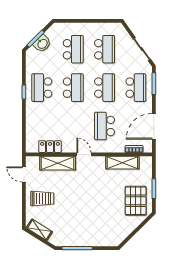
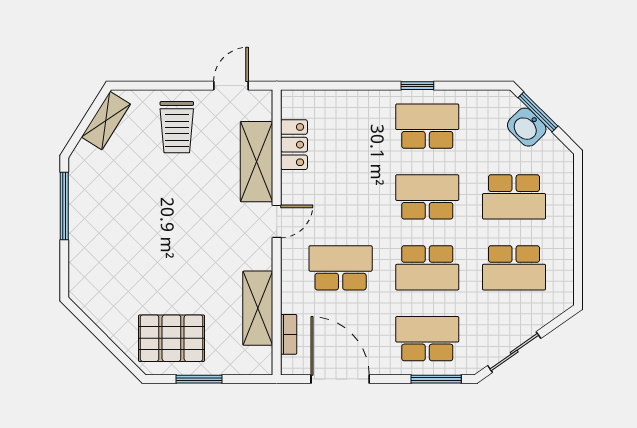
school desk: (73, 88) -> (427, 197), turned 180
school desk: (136, 88) -> (427, 339), turned 180

